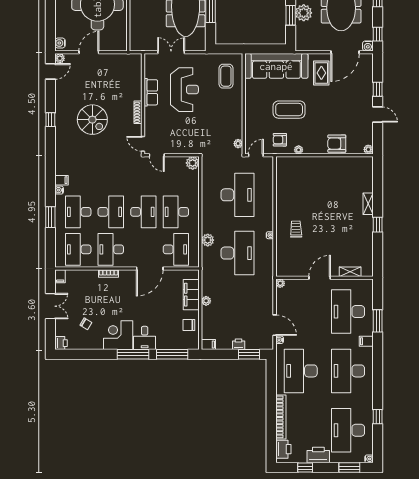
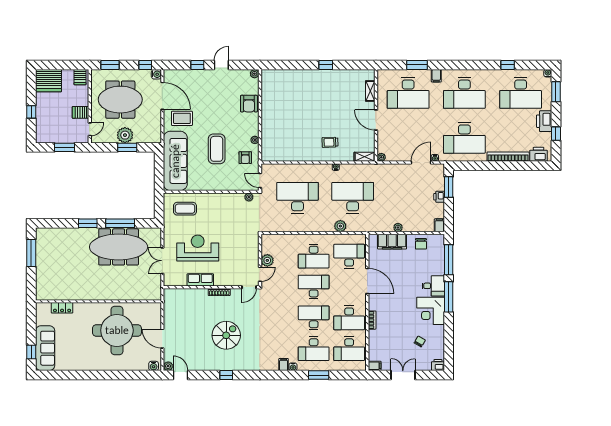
plant: (193, 163) -> (267, 260), moved
shelving: (368, 204) -> (365, 157), moved

